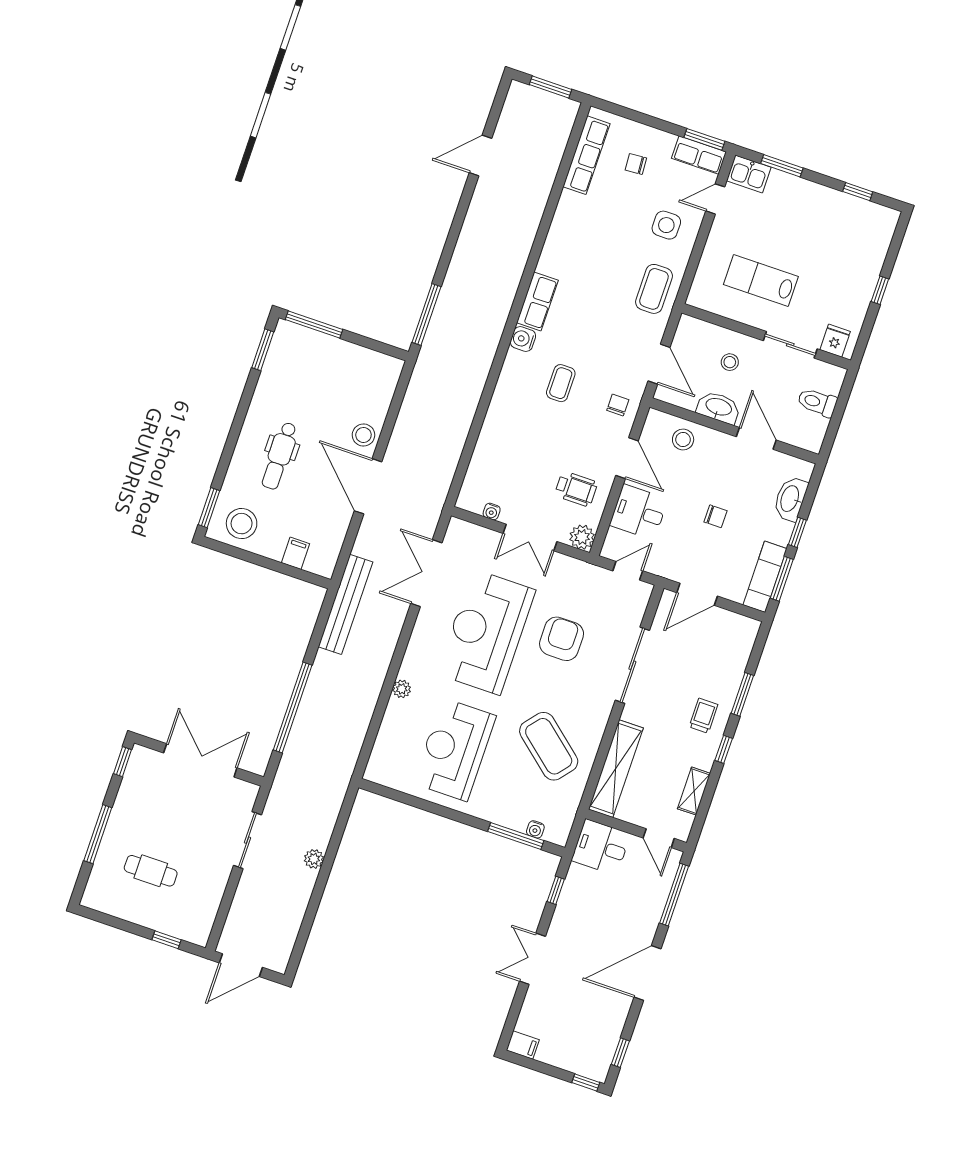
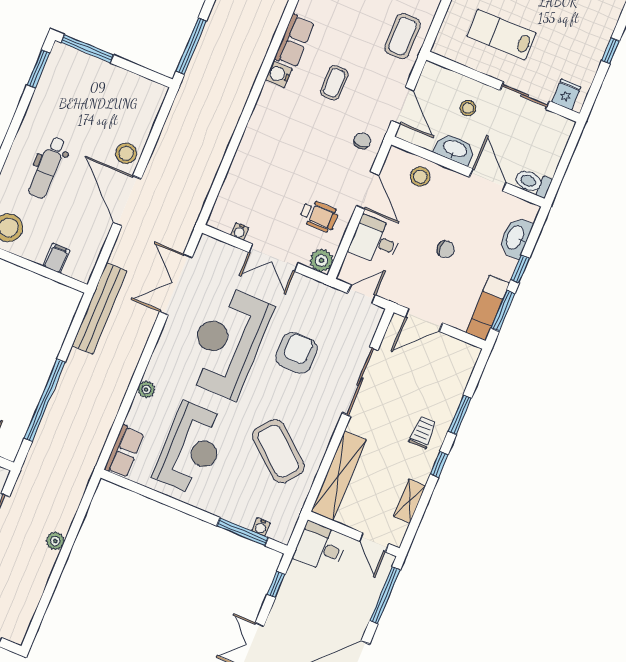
coffee table: (561, 383) -> (334, 83), moved
toilet: (817, 402) -> (533, 183), moved
reception desk: (455, 750) -> (191, 449), turned 180
row of seats: (382, 757) -> (124, 451), added

